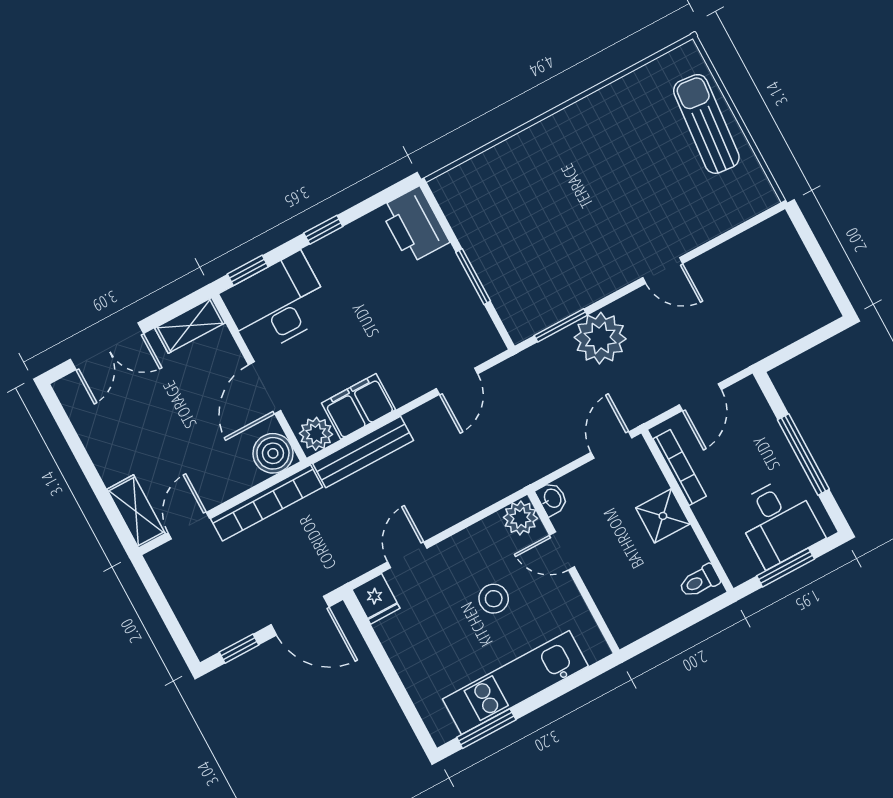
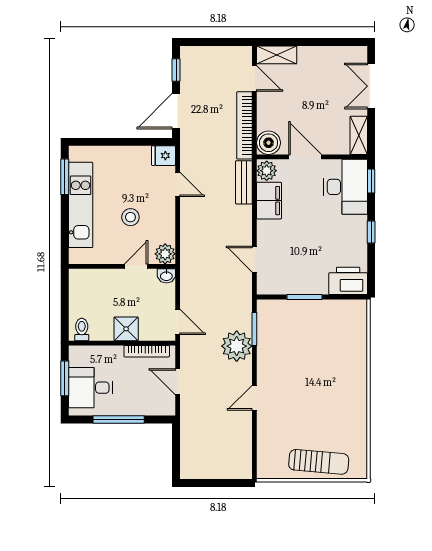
bench: (363, 452) -> (244, 182), width x0.73

